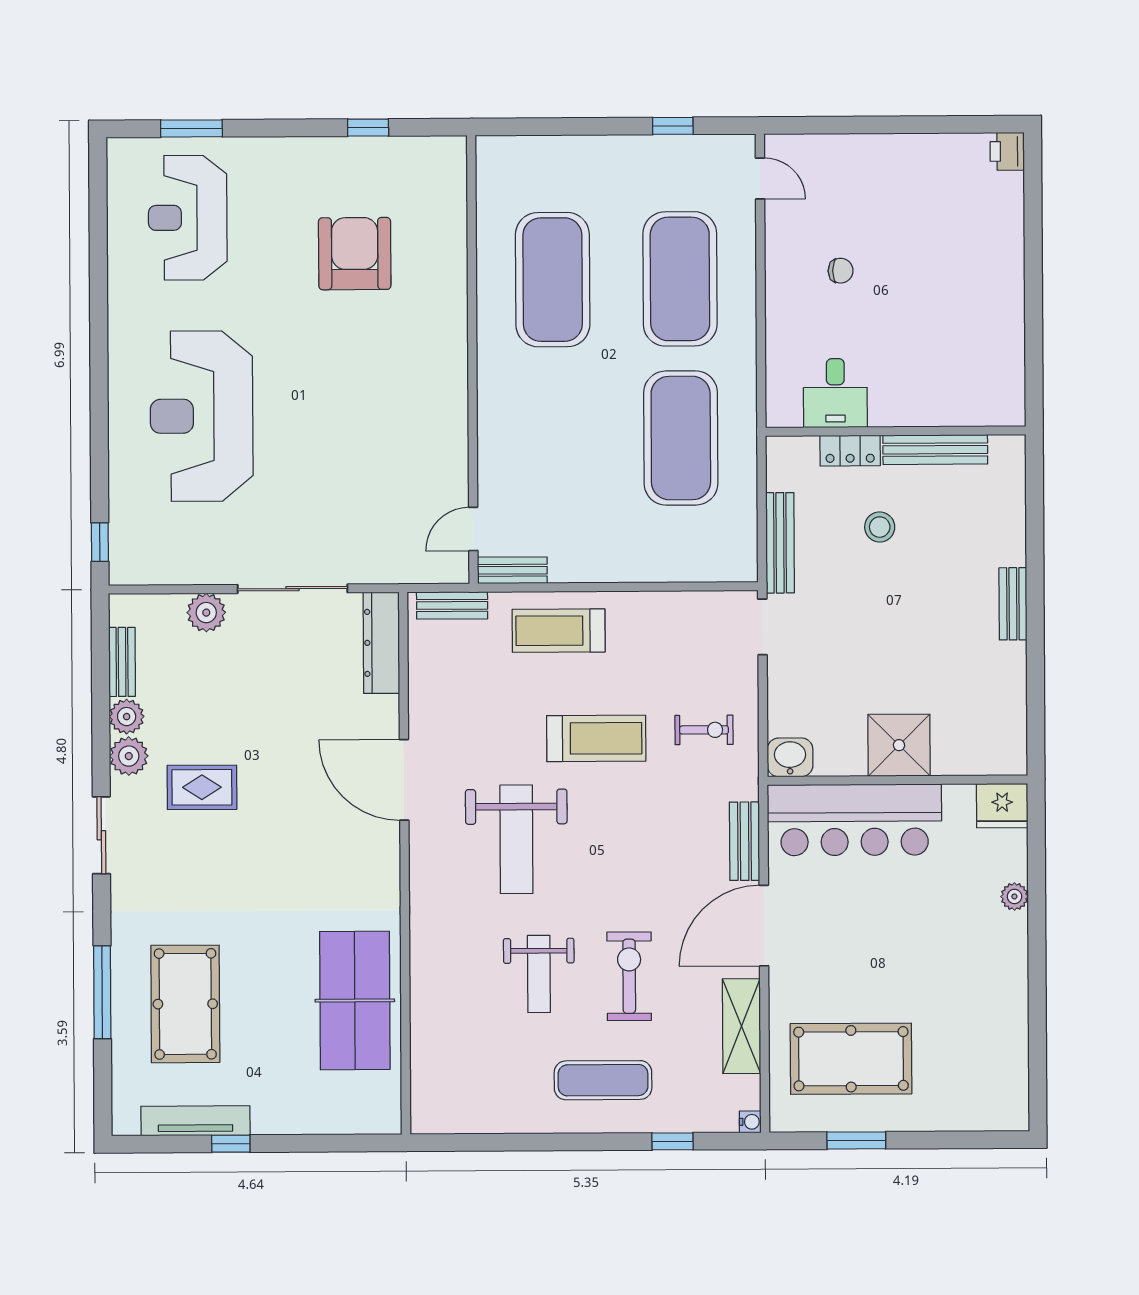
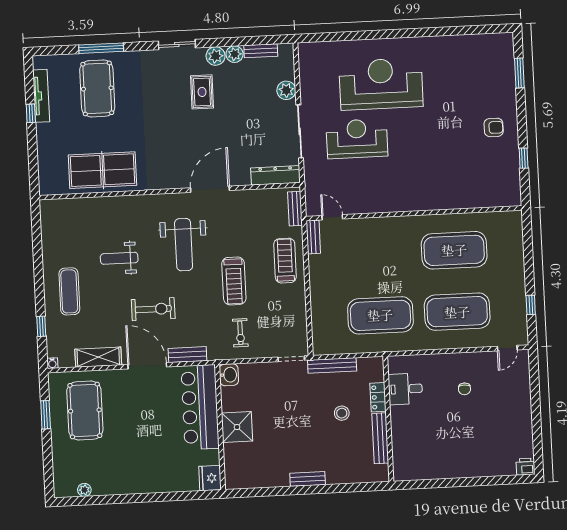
reception desk: (188, 218) -> (357, 139), moved
armchair: (355, 254) -> (494, 127), moved, width x0.53, depth x0.53
window: (100, 542) -> (318, 38), removed
weight bench: (516, 839) -> (184, 245), turned -90
plant: (1014, 896) -> (84, 490), moved
exercise bike: (629, 976) -> (153, 309), moved
pool table: (185, 1004) -> (97, 88), turned 90

